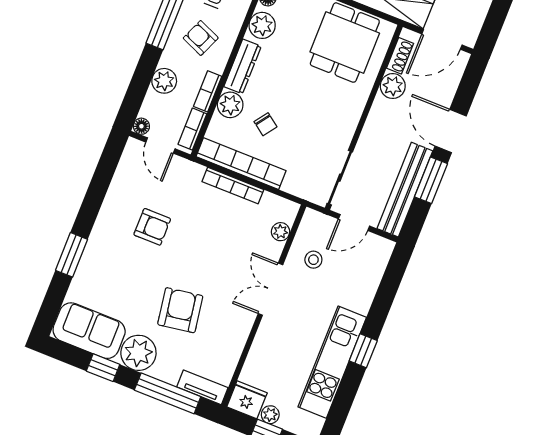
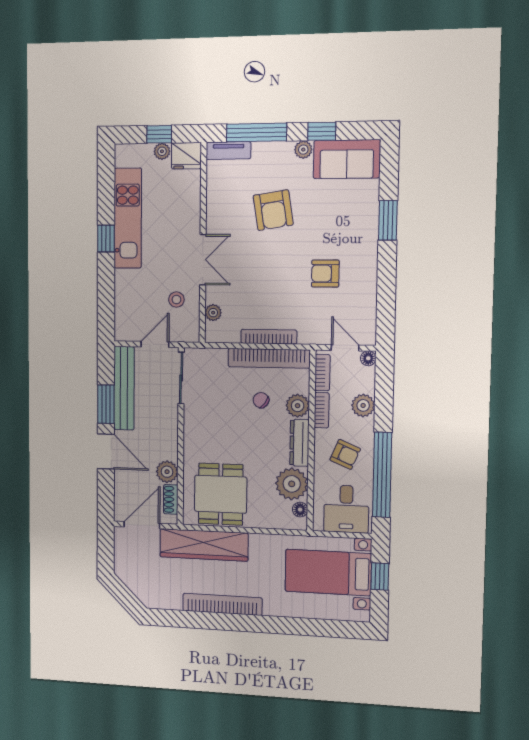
plant: (262, 25) -> (292, 484), width x1.36, depth x1.36
plant: (138, 353) -> (303, 150), width x0.53, depth x0.53

